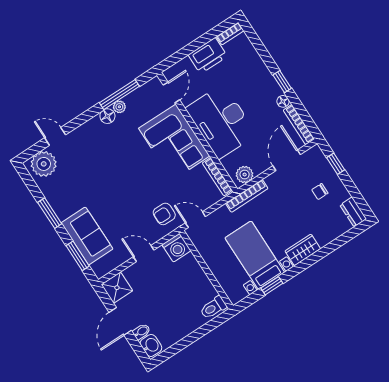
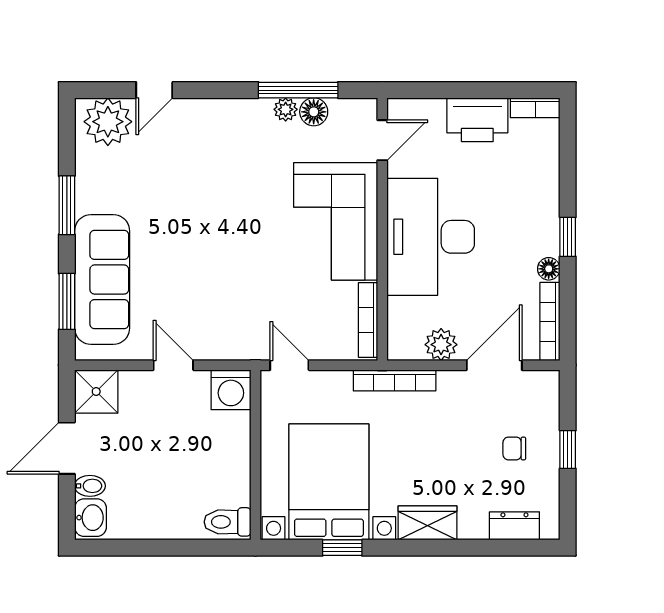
floor lamp: (107, 116) -> (314, 112), moved
door: (55, 136) -> (154, 90), swing flipped
window: (336, 164) -> (568, 449), moved
plant: (245, 175) -> (441, 345), moved
dresser: (353, 212) -> (514, 526), moved, turned 90
armchair: (164, 214) -> (246, 324), removed
sofa: (87, 236) -> (102, 280), width x1.36
bed with nightstands: (255, 255) -> (329, 482), width x1.36

